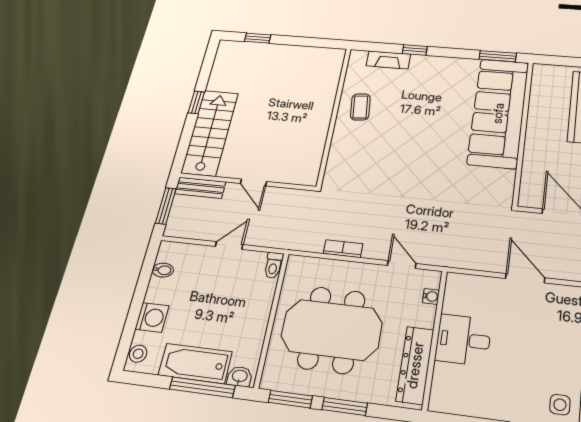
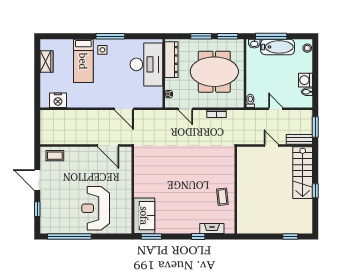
sofa: (498, 113) -> (144, 216), width x0.54, depth x0.79
door: (229, 246) -> (276, 109), swing flipped
washing machine: (152, 317) -> (305, 80), moved
desk: (463, 340) -> (146, 64), width x1.87, depth x1.30

